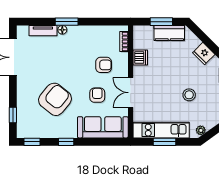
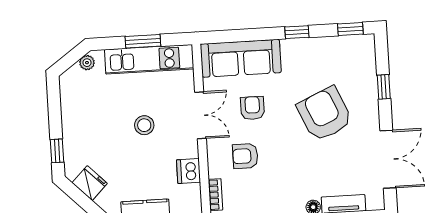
armchair: (97, 95) -> (252, 108), turned 180
stool: (189, 95) -> (144, 125), moved
armchair: (55, 99) -> (325, 114), moved, turned 117
window: (13, 115) -> (384, 87), moved

